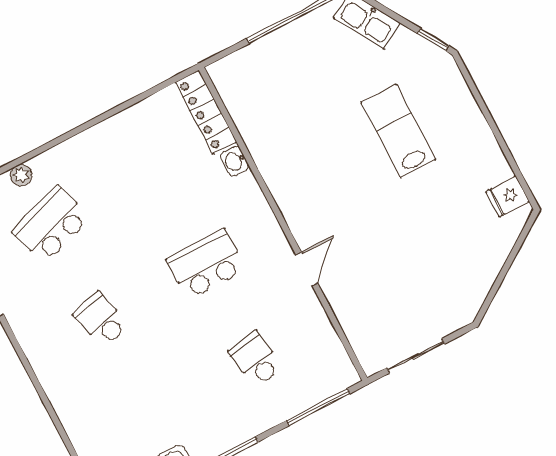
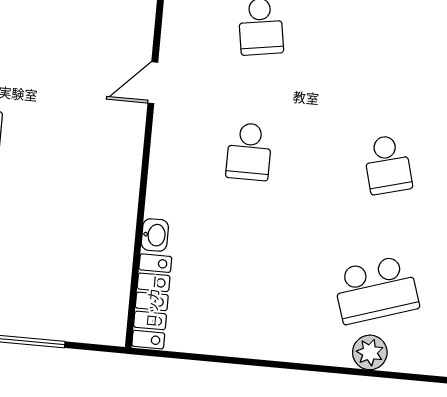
plant: (21, 175) -> (370, 352), width x1.38, depth x1.38
school desk: (206, 264) -> (249, 152), width x0.54

